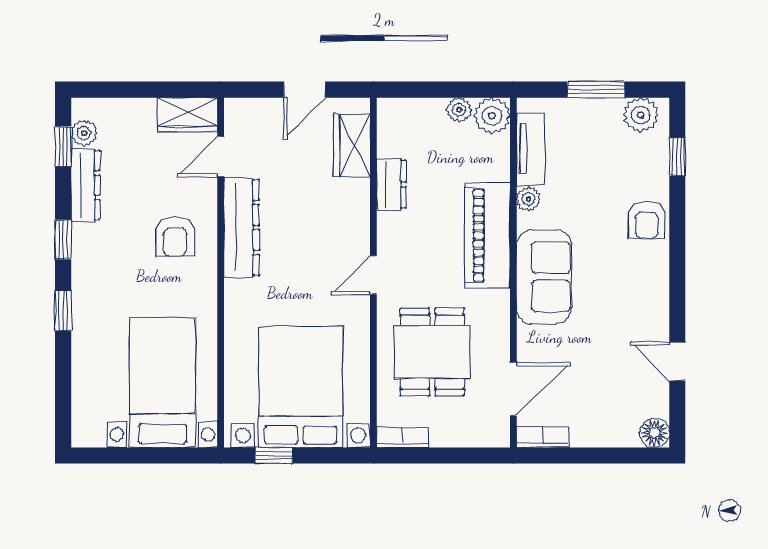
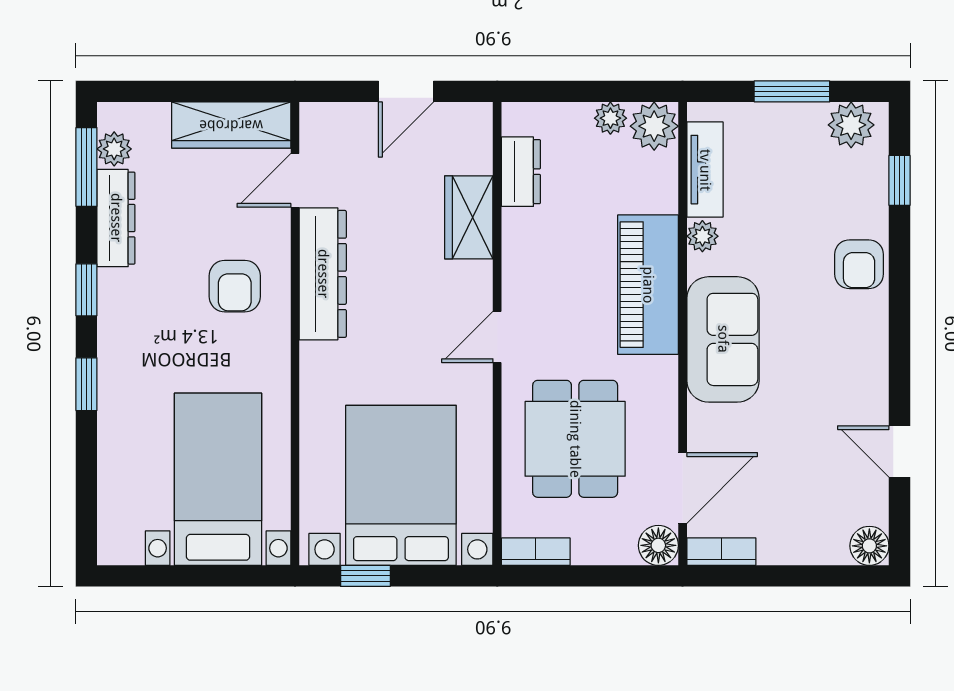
wardrobe: (187, 115) -> (231, 125), width x1.50
wardrobe: (352, 145) -> (469, 217), moved
window: (63, 147) -> (86, 167), width x1.50
dresser: (391, 184) -> (521, 172), moved
floor lamp: (495, 432) -> (658, 545), added

